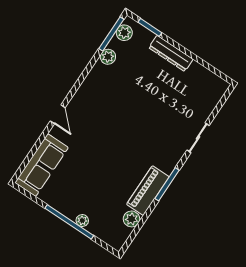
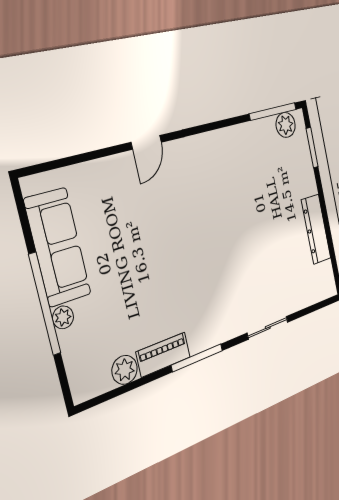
dresser: (171, 53) -> (316, 229), moved
plant: (108, 57) -> (251, 133), removed
sofa: (42, 165) -> (58, 247), moved, turned -90
piano: (148, 191) -> (163, 354), width x0.73, depth x0.75

